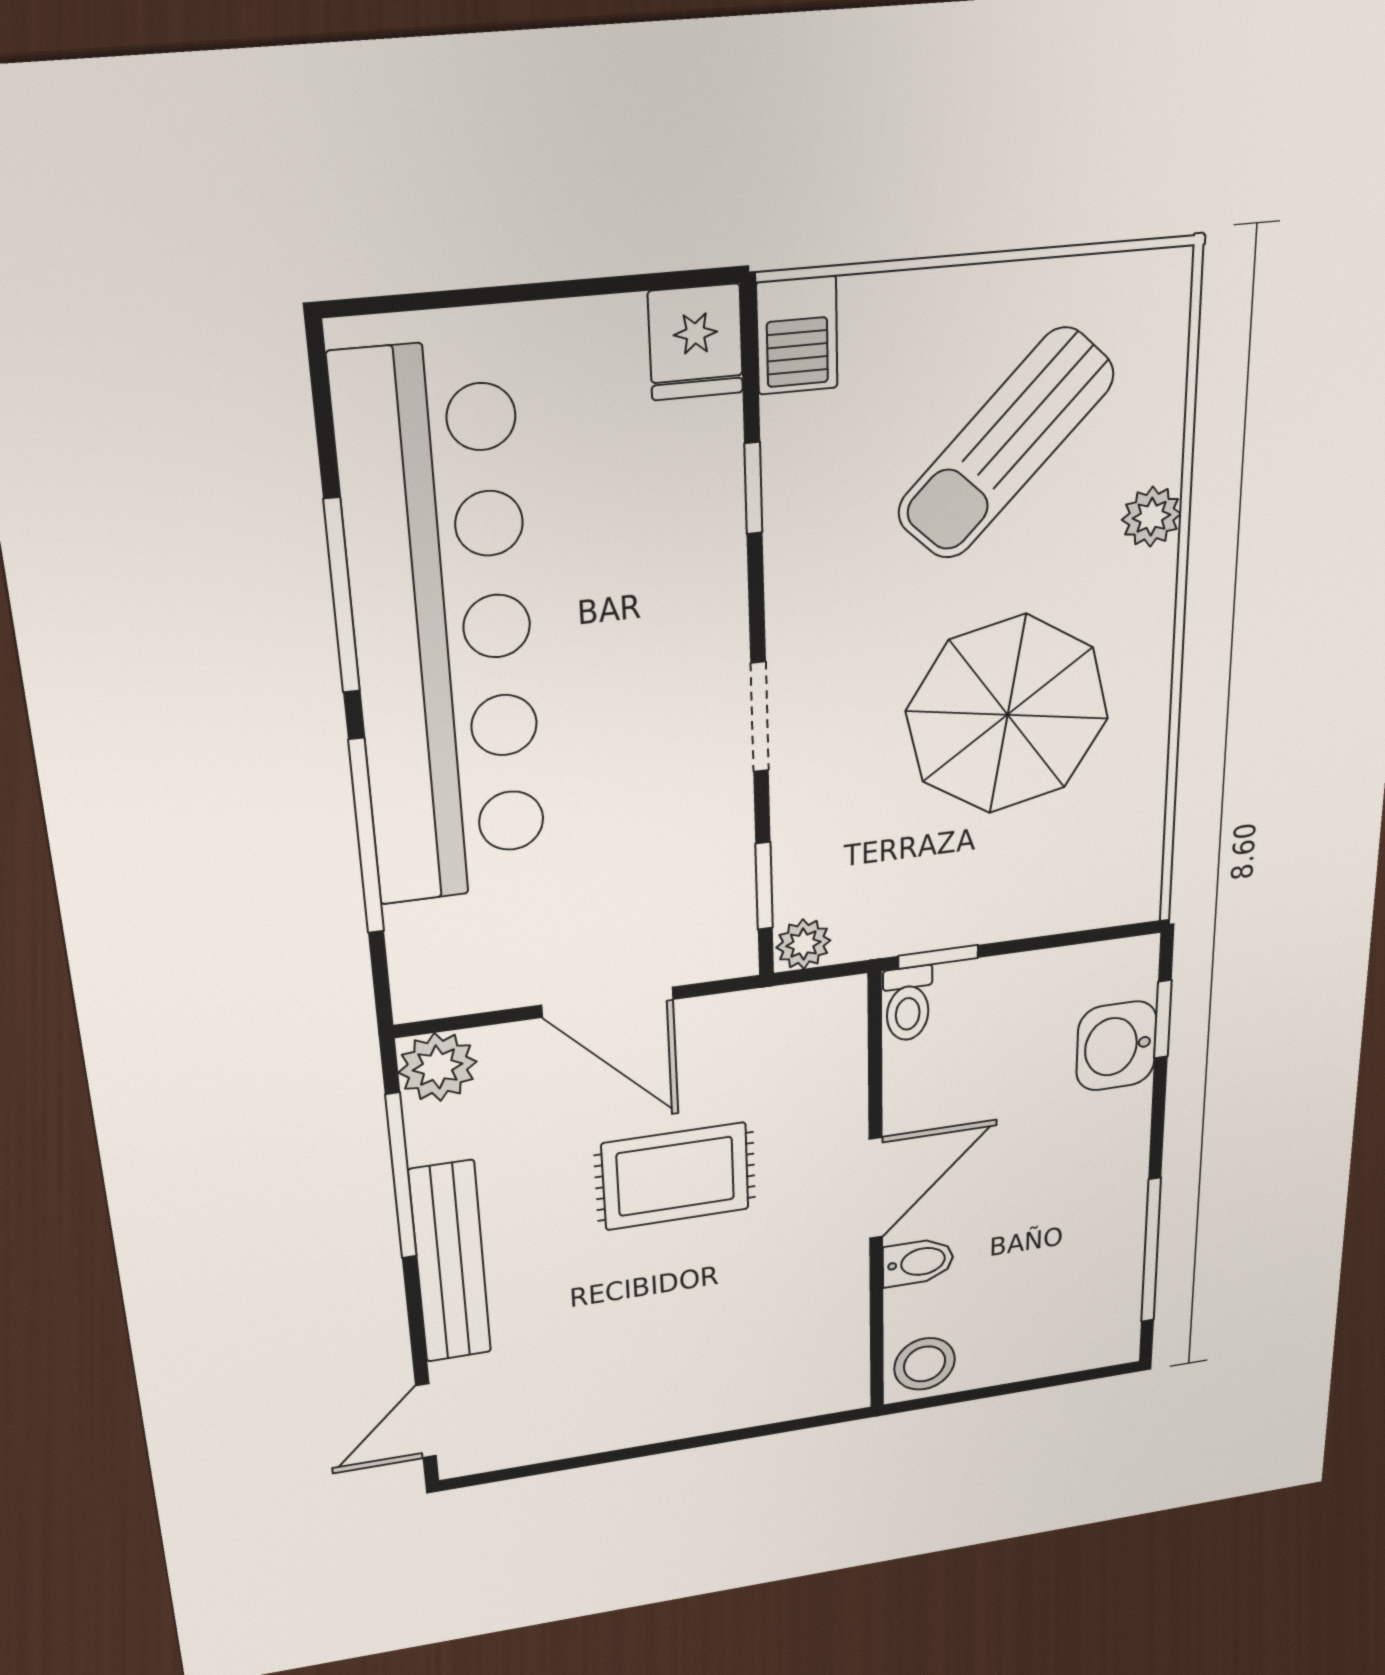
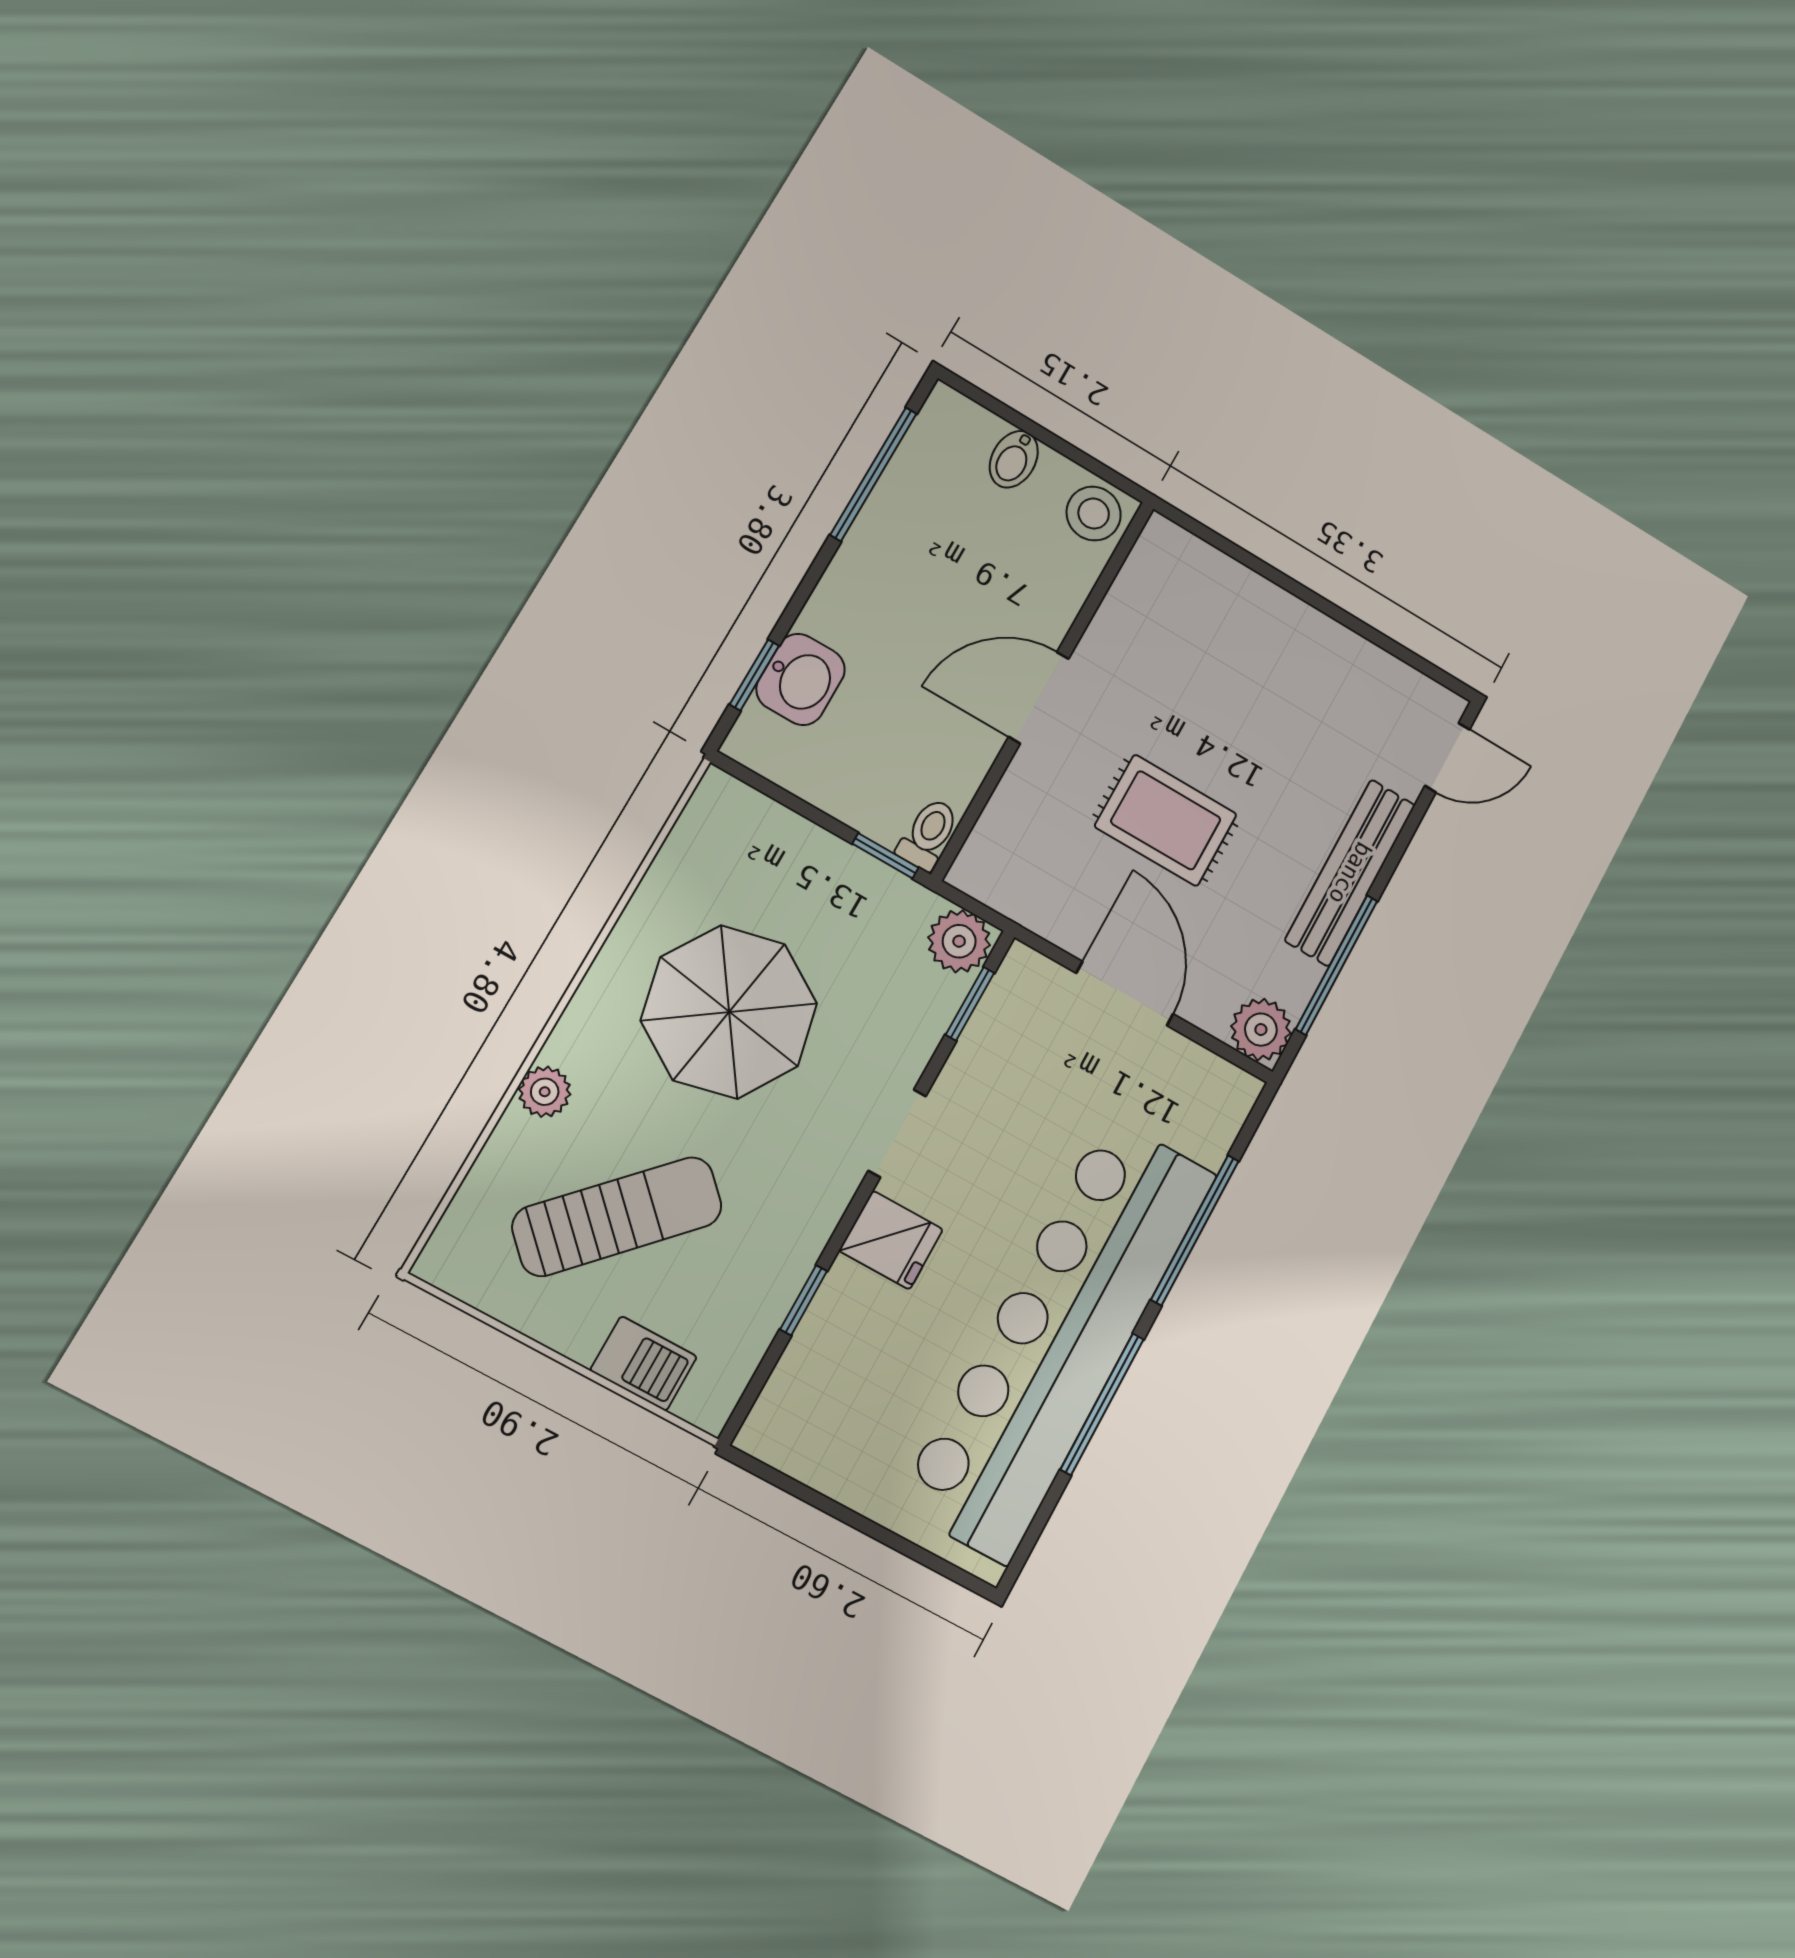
barbecue: (797, 335) -> (644, 1364), moved, turned 90
fridge: (696, 342) -> (891, 1240), moved, turned 90
plant: (803, 944) -> (959, 941), width x1.38, depth x1.38
bidet: (918, 1262) -> (1014, 459), moved, turned -90

